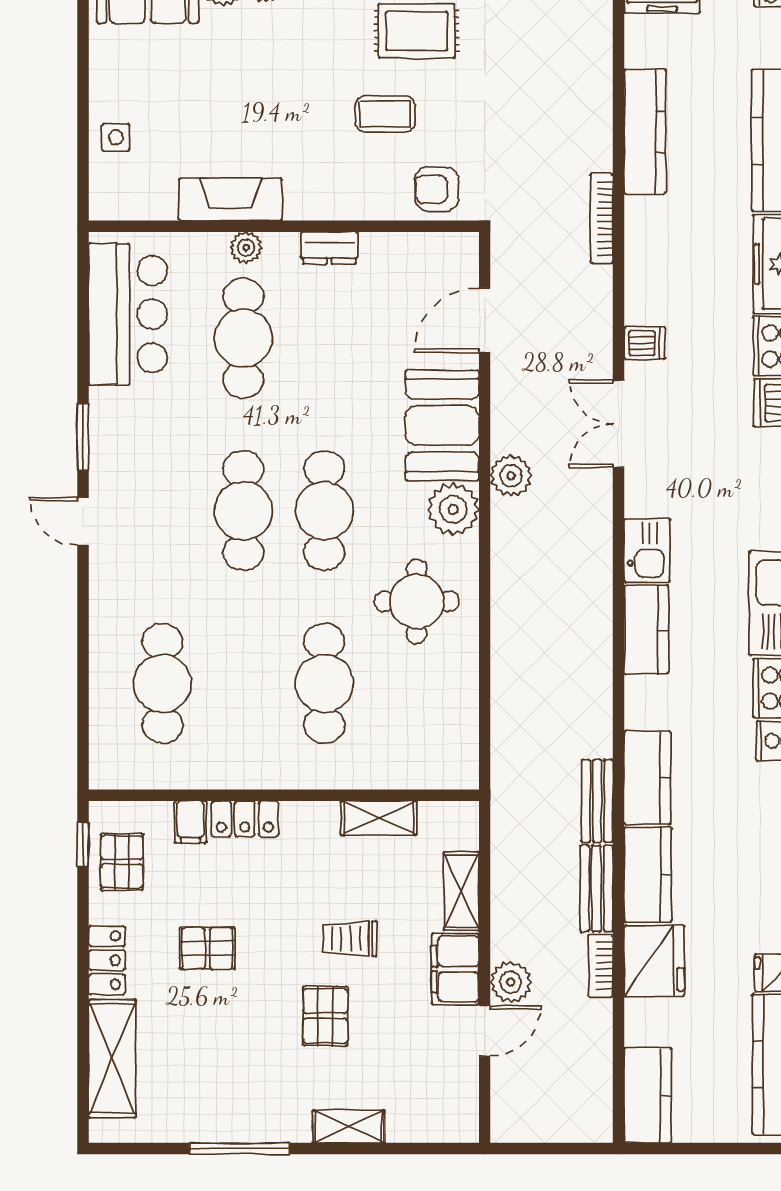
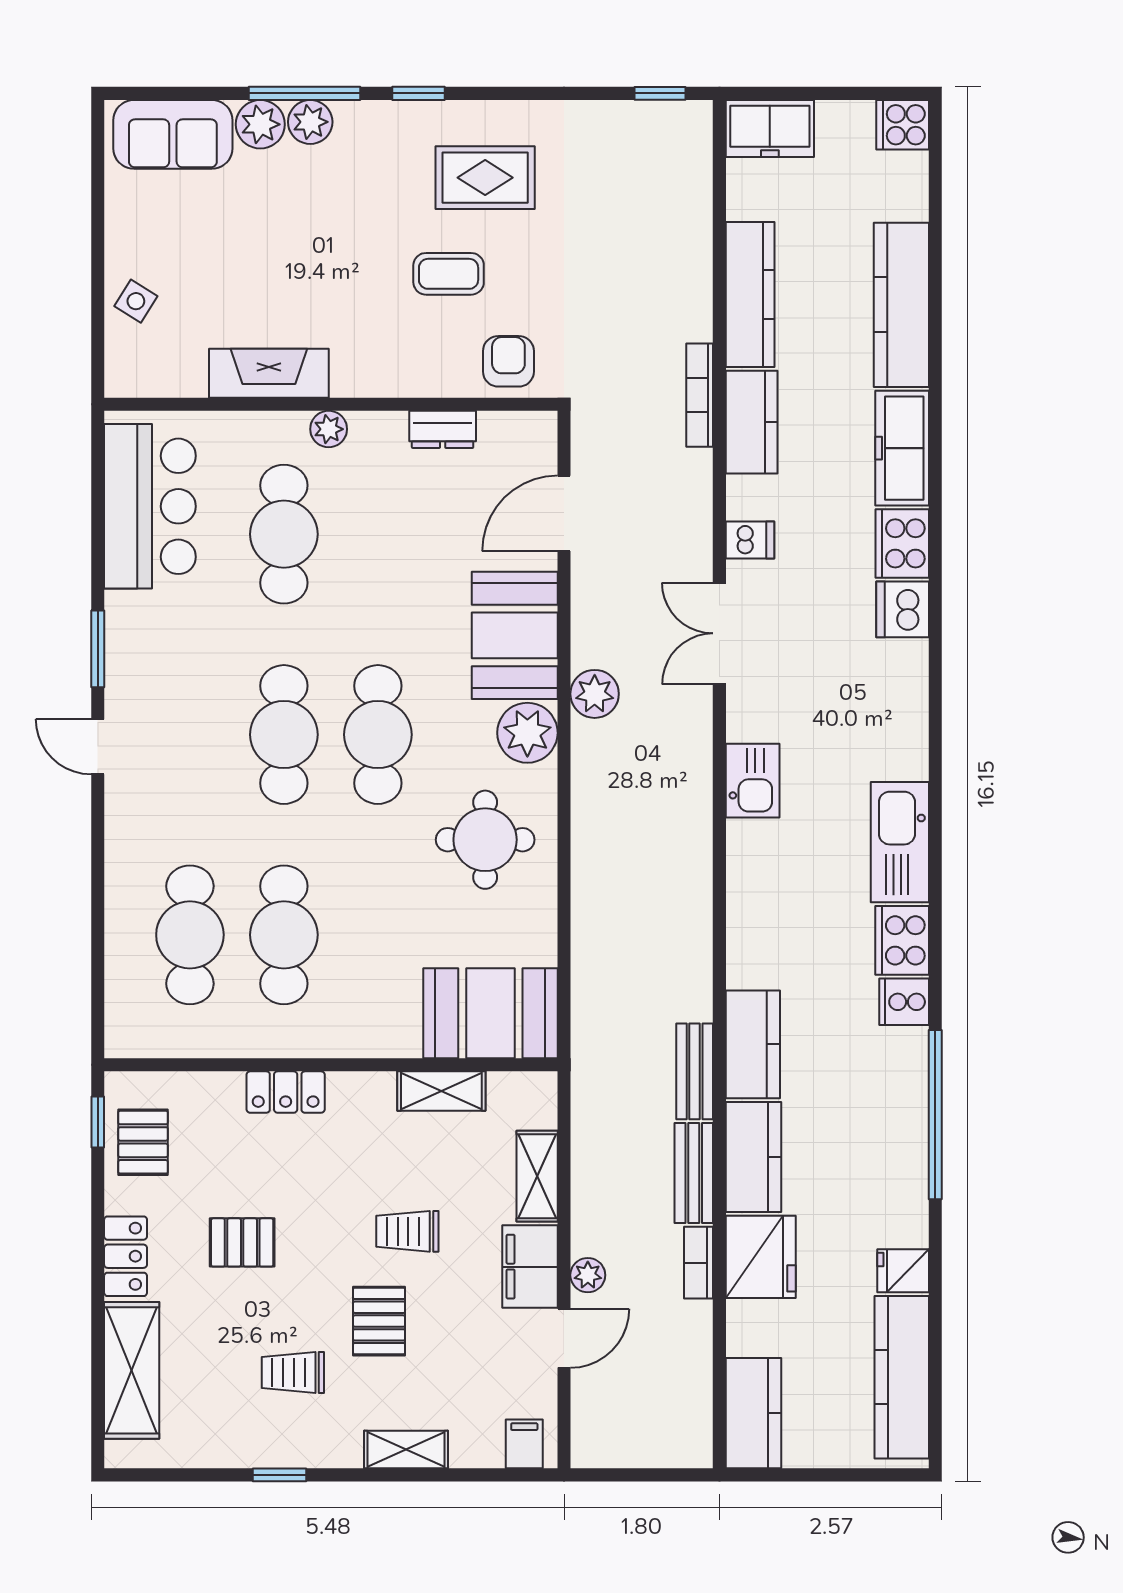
side table: (116, 137) -> (136, 301), turned 32
armchair: (437, 189) -> (508, 361), turned 90
plant: (246, 248) -> (329, 429), moved
dresser: (329, 248) -> (443, 429), moved
kitchen counter: (646, 630) -> (752, 422), moved
cafe table: (324, 683) -> (284, 935), moved
booth: (421, 751) -> (490, 1013), added
filing cabinet: (190, 822) -> (524, 1444), moved, turned 180
plant: (511, 982) -> (588, 1275), width x0.73, depth x0.73
trolley: (251, 1060) -> (293, 1373), added
window: (239, 1149) -> (279, 1475), width x0.46

